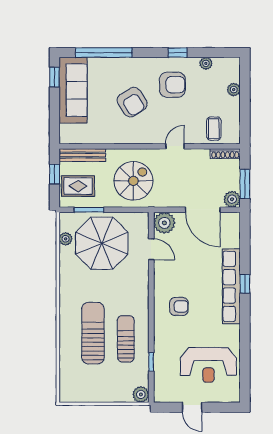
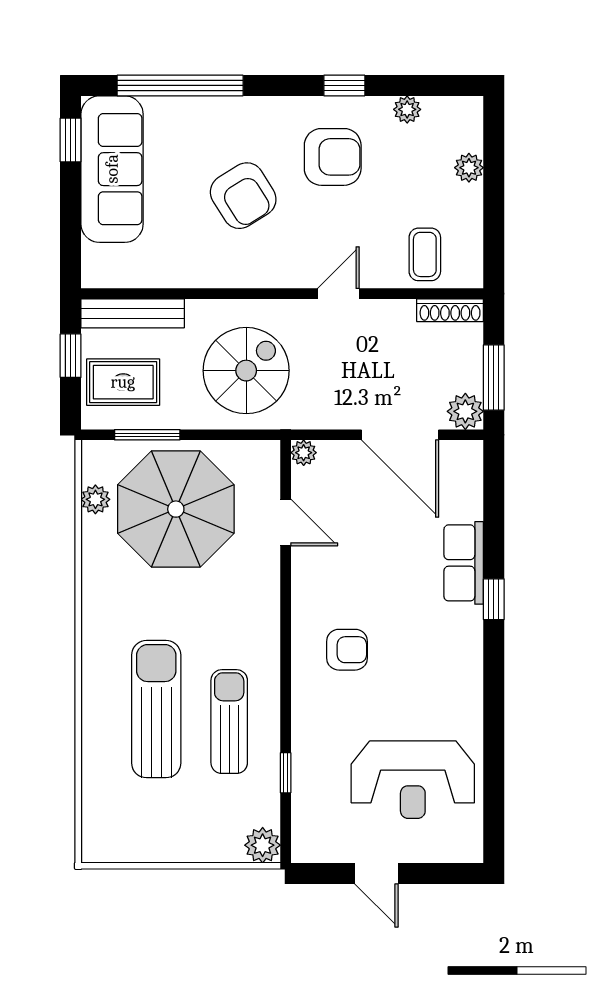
plant: (164, 223) -> (304, 453), width x0.53, depth x0.53
row of seats: (231, 286) -> (464, 563), width x0.50

